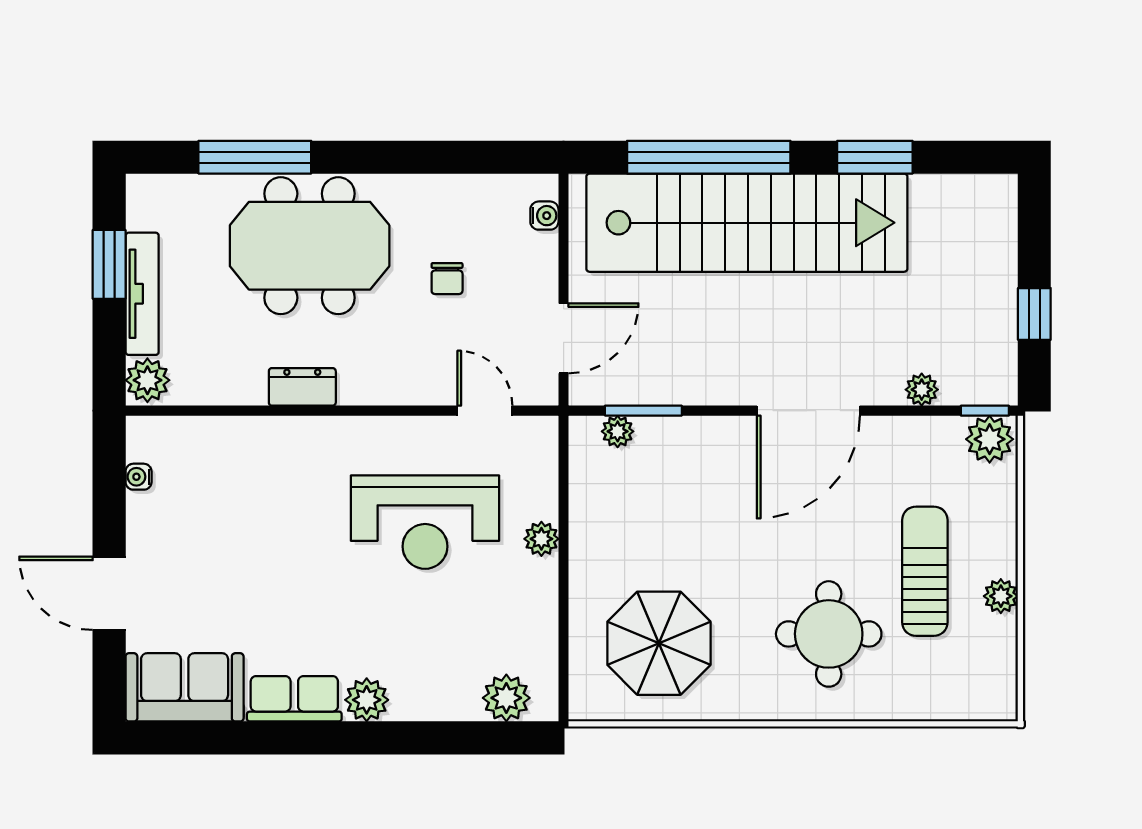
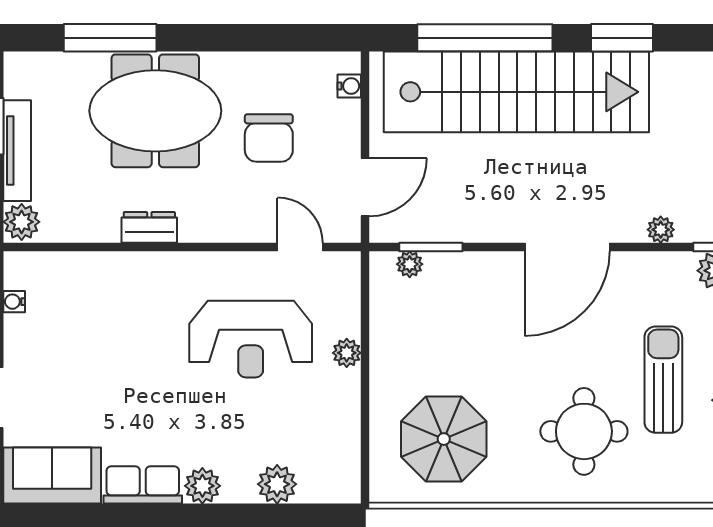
chair: (447, 279) -> (269, 138), width x1.87, depth x1.87
plant: (506, 698) -> (277, 484), moved

